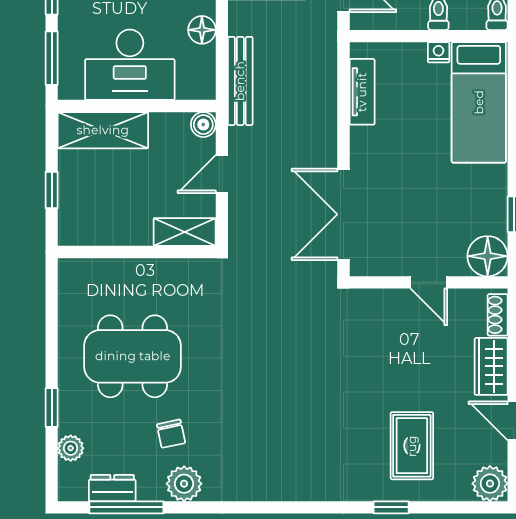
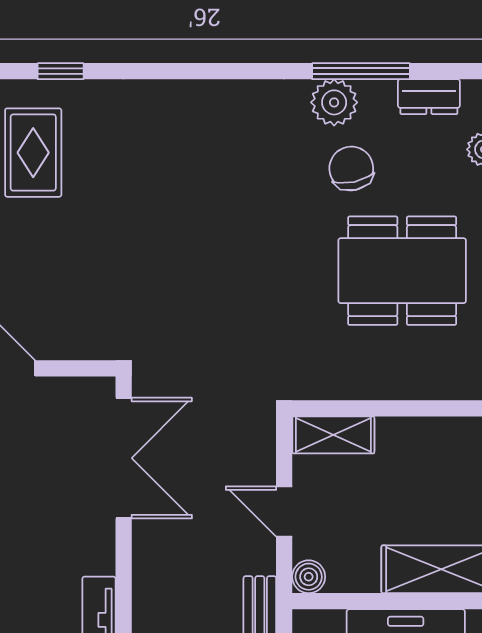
door: (222, 174) -> (284, 511), swing flipped
chair: (171, 434) -> (351, 169), width x1.37, depth x1.37
window: (126, 507) -> (361, 71), moved

